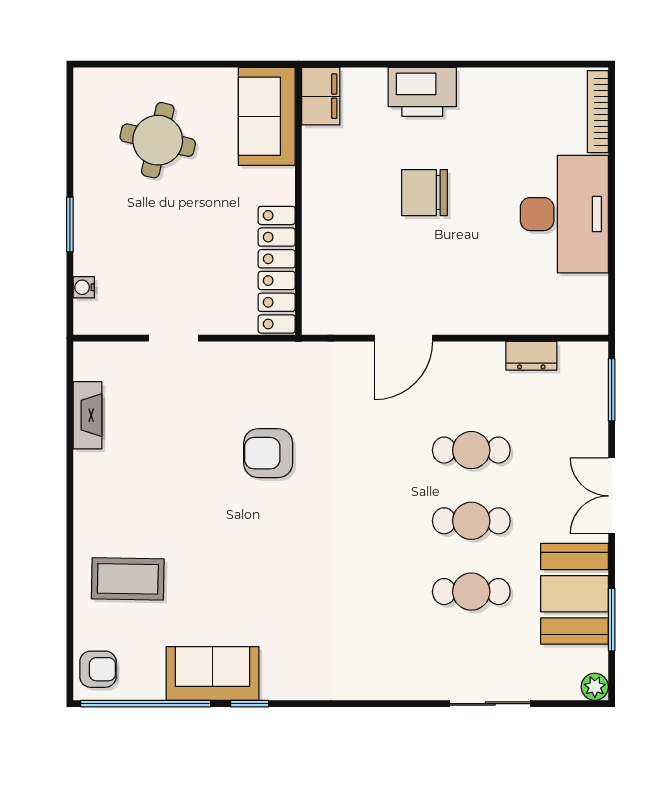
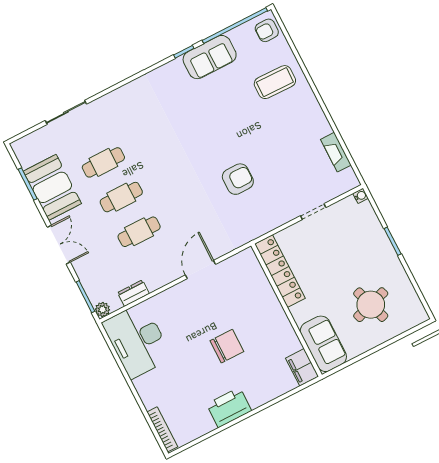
printer: (422, 92) -> (229, 407), moved
round table: (158, 140) -> (371, 305), turned -31
desk: (564, 214) -> (137, 340), moved
water cooler: (84, 287) -> (361, 196), moved
plant: (595, 687) -> (102, 309), moved

